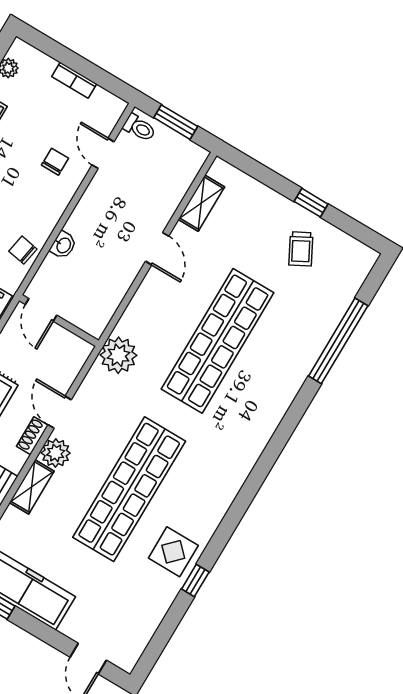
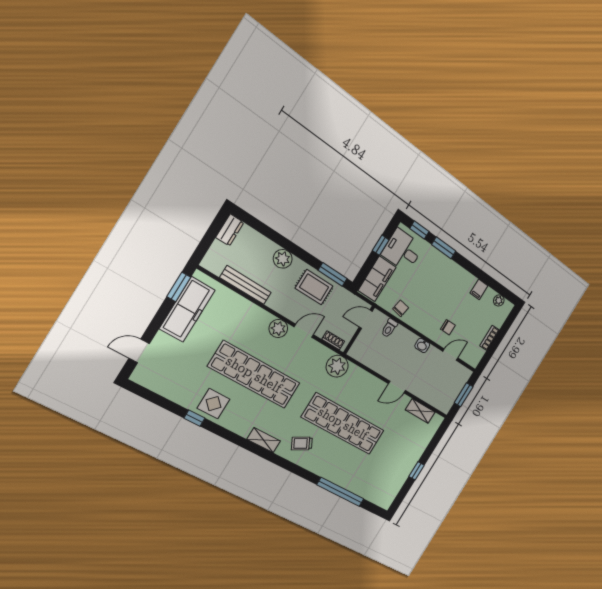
toilet: (139, 128) -> (389, 328), moved
washbasin: (63, 245) -> (422, 345), moved
trolley: (301, 249) -> (302, 443), moved
shoe rack: (32, 436) -> (333, 340), moved
shelving: (32, 487) -> (264, 440), moved

